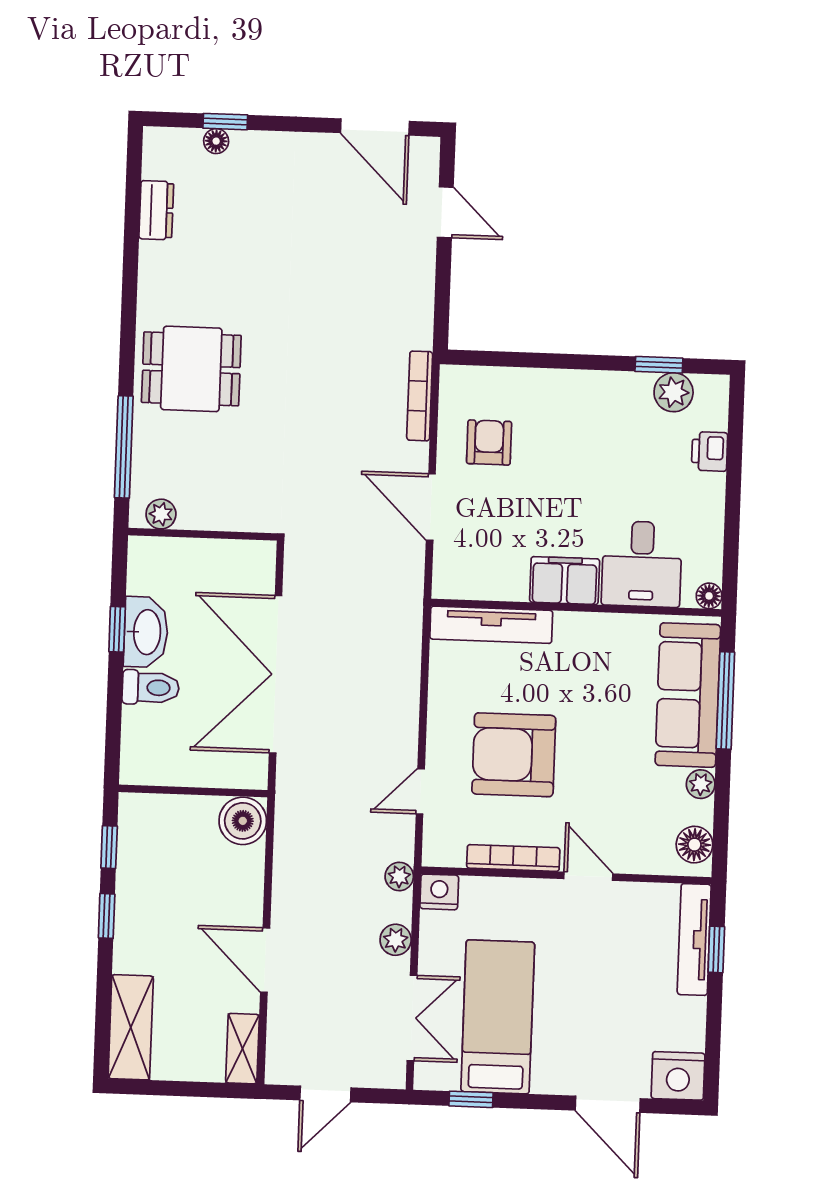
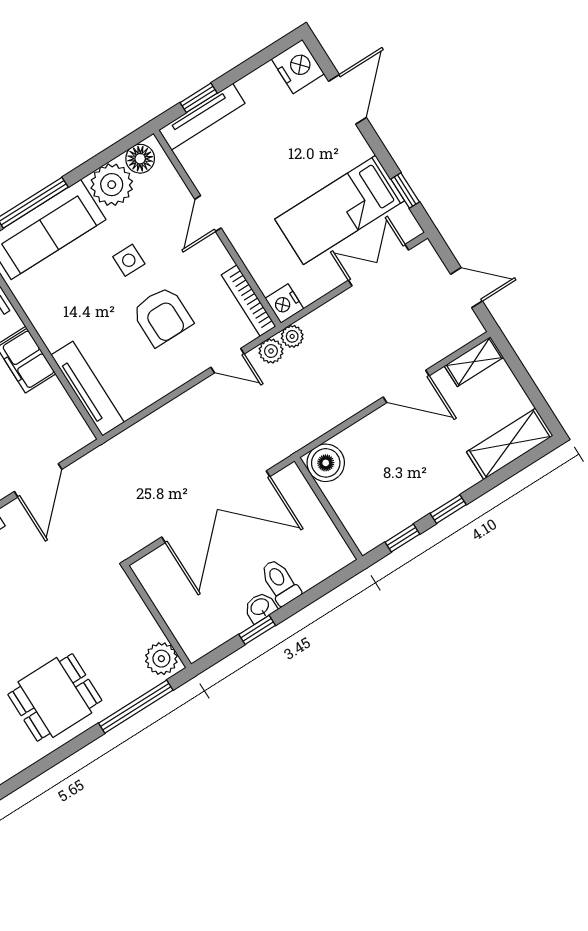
dining table: (191, 369) -> (55, 697), turned 90
plant: (161, 514) -> (161, 659), width x1.38, depth x1.38
washbasin: (146, 632) -> (260, 607), width x0.52, depth x0.69
armchair: (514, 755) -> (162, 316), width x0.73, depth x0.73
side table: (596, 760) -> (129, 260), added
plant: (701, 784) -> (112, 185), width x1.88, depth x1.88
bookcase: (513, 858) -> (248, 301), moved
plant: (396, 940) -> (271, 351), moved
door: (265, 960) -> (406, 386), hinge flipped

